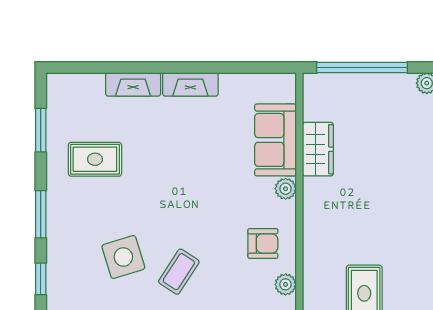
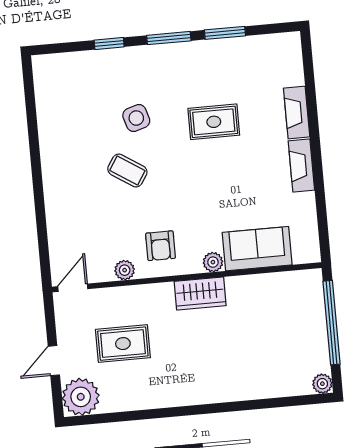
window: (41, 130) -> (225, 33), moved
wardrobe: (318, 149) -> (200, 293), moved
rug: (95, 159) -> (214, 122), moved, turned 90
side table: (123, 257) -> (136, 118), width x0.73, depth x0.73

